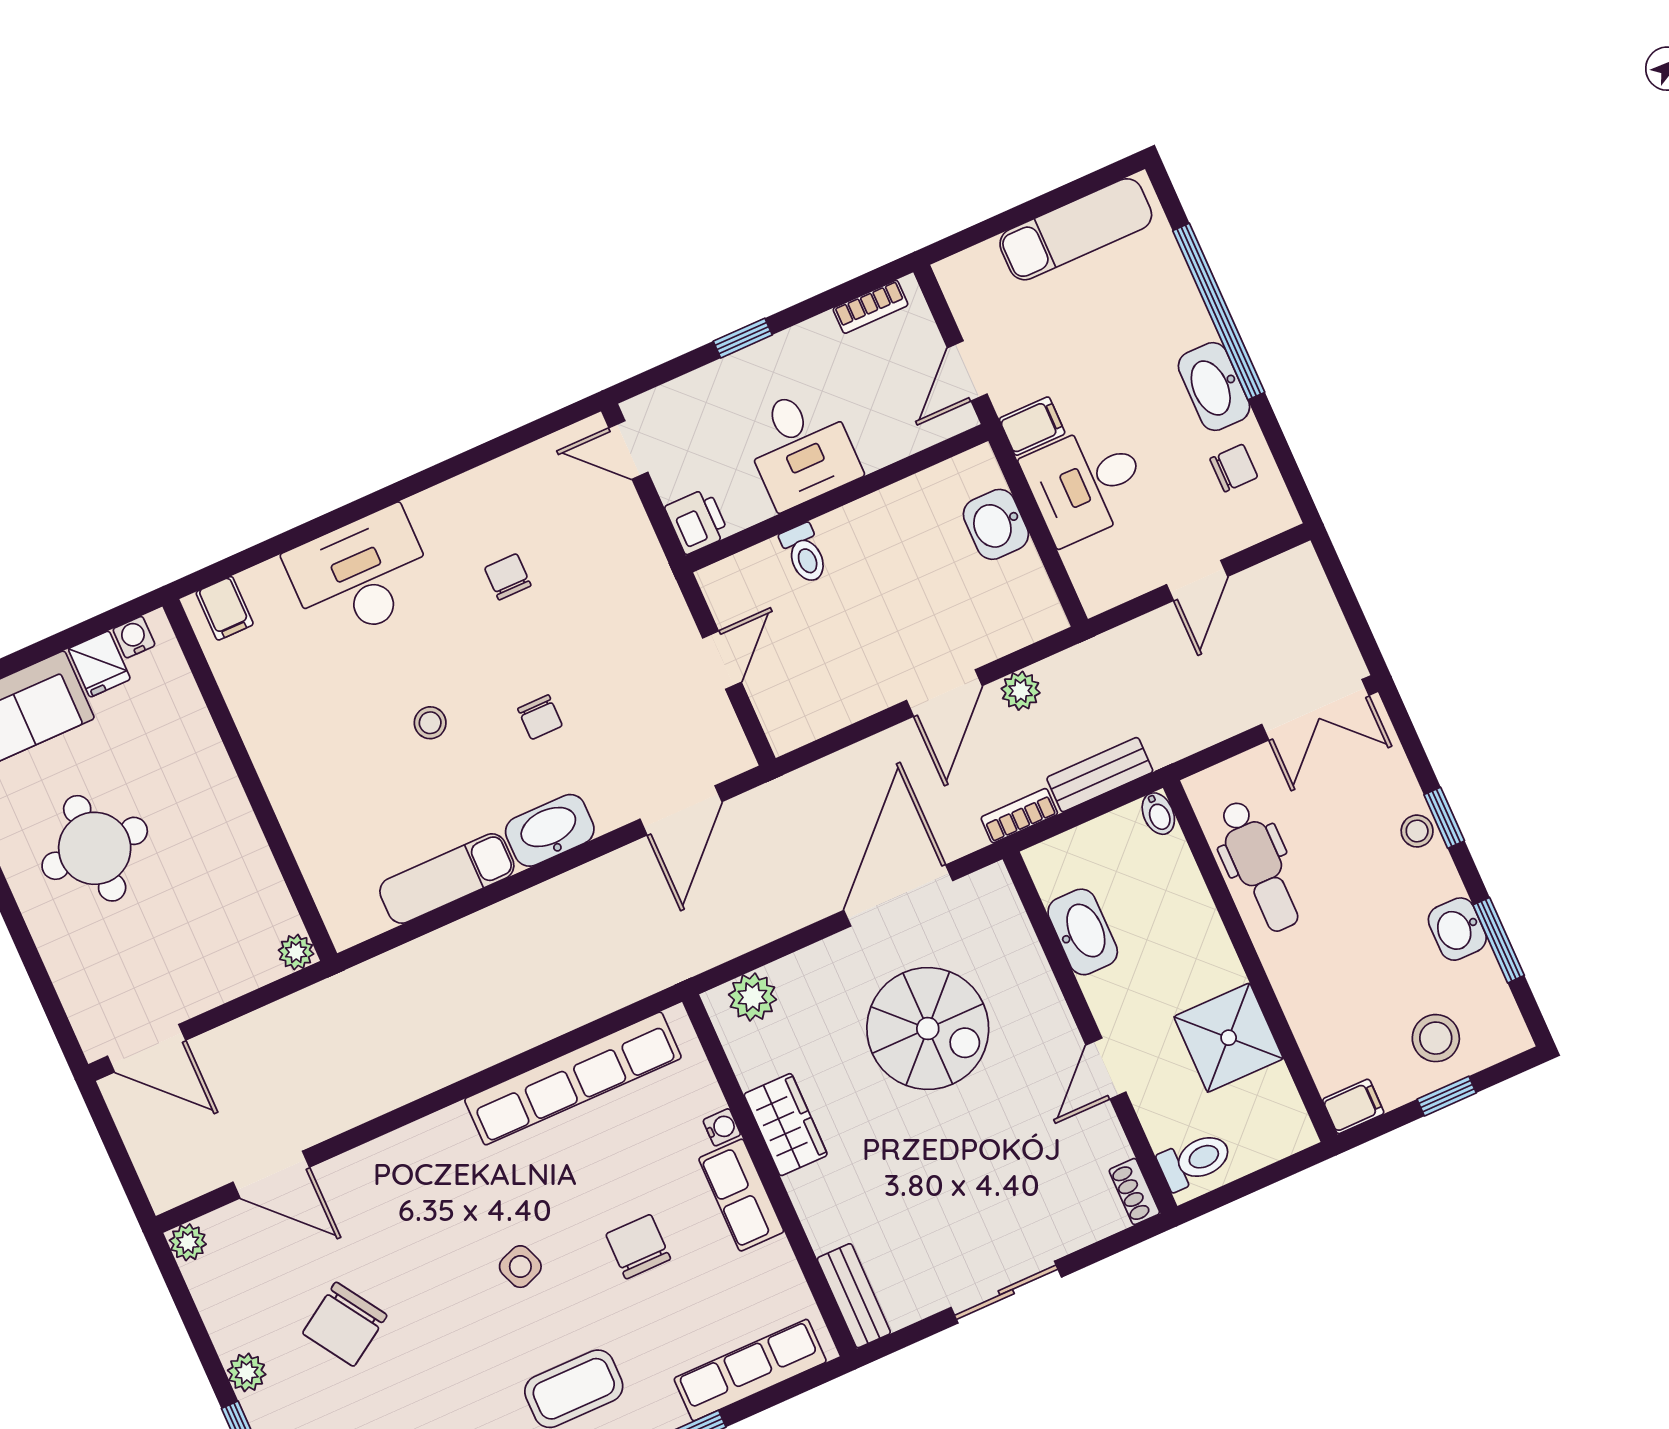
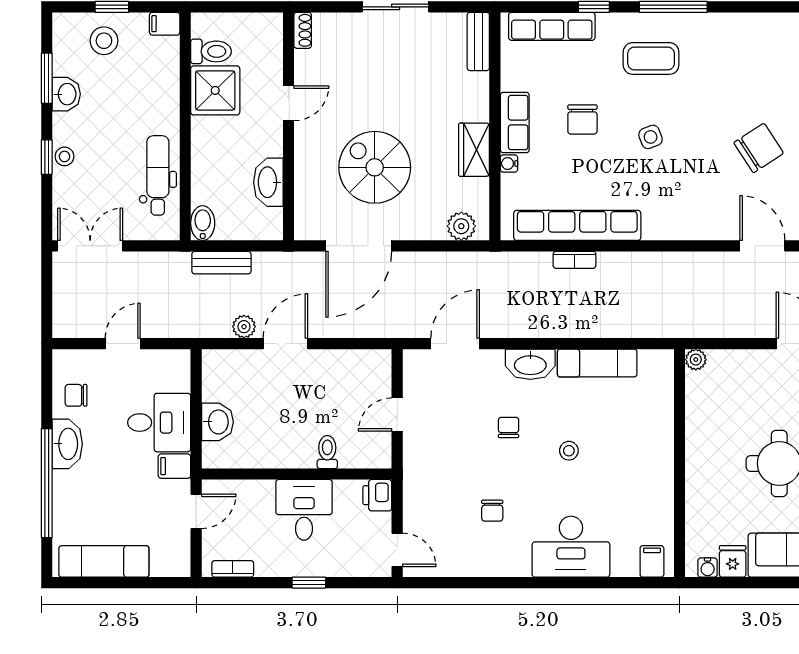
bidet: (1158, 814) -> (203, 223), width x1.38, depth x1.36
bookcase: (1019, 816) -> (575, 260), moved
toilet: (1195, 1161) -> (211, 51), moved, turned 180

